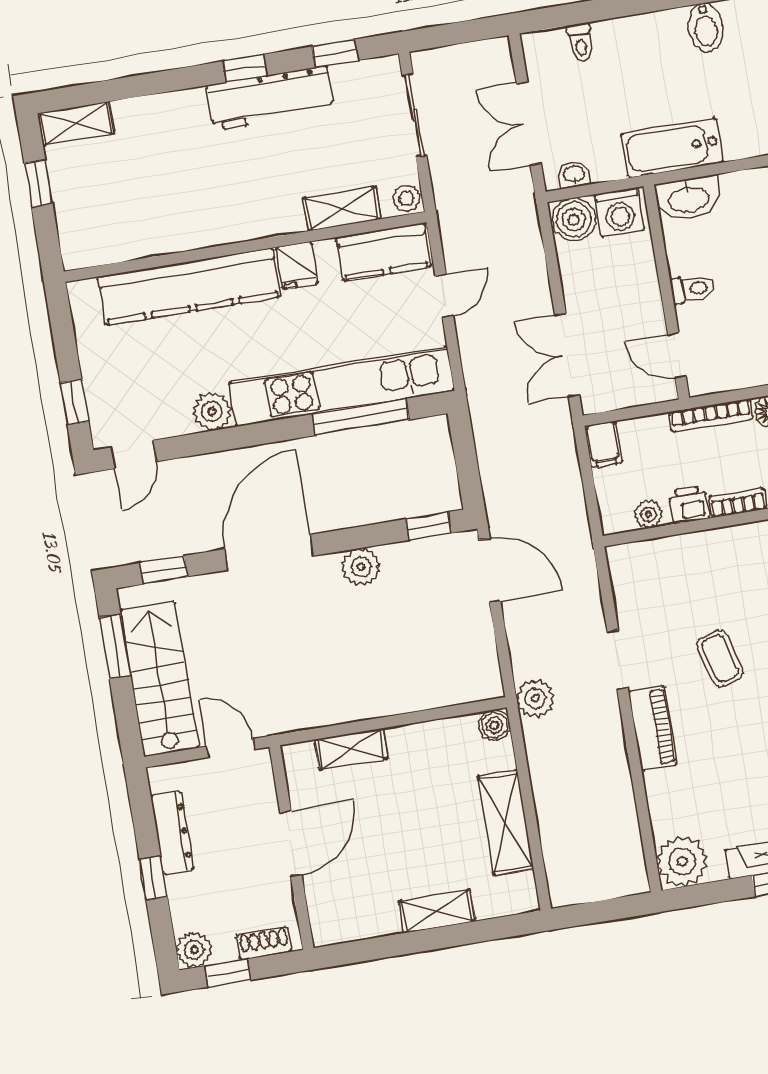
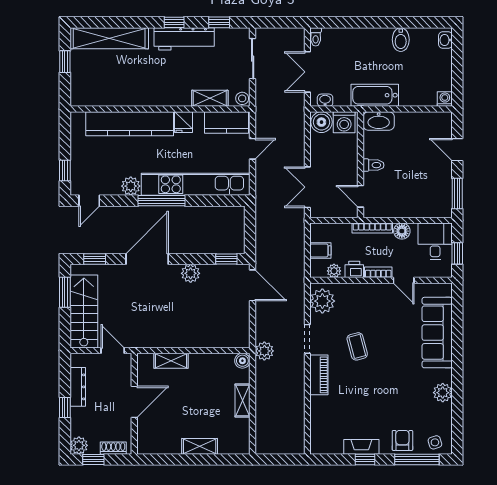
toilet: (580, 42) -> (316, 37), moved
shelving: (76, 123) -> (109, 38), width x2.20, depth x1.33
window: (361, 417) -> (162, 201), moved
filing cabinet: (603, 444) -> (320, 250), moved, turned -90
shelving: (506, 822) -> (243, 400), width x0.67, depth x0.75
plant: (682, 862) -> (322, 301), moved

